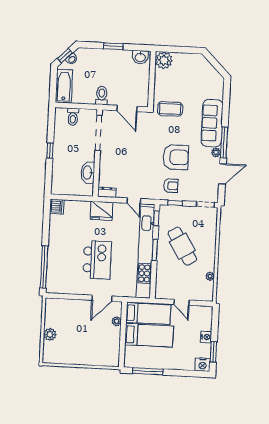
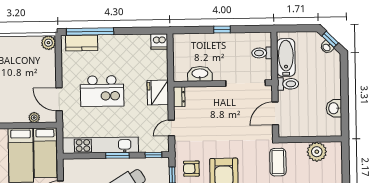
window: (113, 46) -> (344, 93), removed
washbasin: (140, 57) -> (334, 108), moved
plant: (164, 60) -> (317, 152), moved
bathtub: (64, 86) -> (286, 57), moved, turned -90
armchair: (171, 186) -> (191, 169), turned 90
kitchen unit: (145, 252) -> (100, 145), width x0.73
kitchen counter: (53, 275) -> (82, 43), added
plant: (50, 334) -> (48, 43), moved

